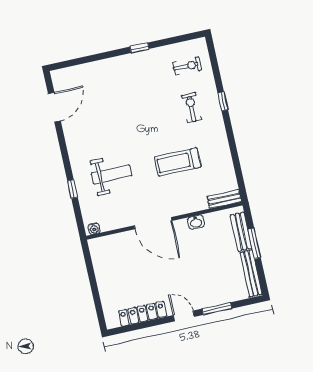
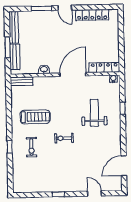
door: (88, 59) -> (95, 194), added
exercise bike: (187, 66) -> (64, 138), moved
treadmill: (178, 162) -> (35, 117), moved
weight bench: (112, 174) -> (94, 113), turned 90
door: (153, 223) -> (73, 74), hinge flipped
locker: (110, 242) -> (104, 67), added

